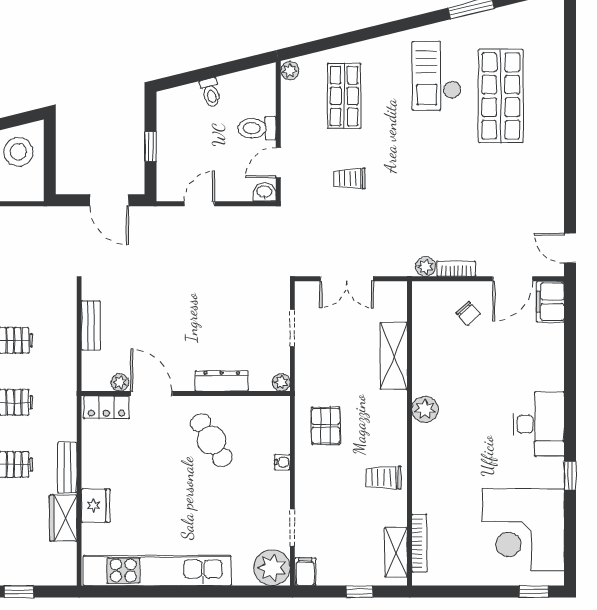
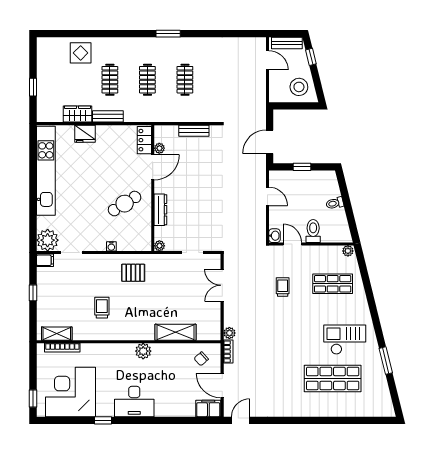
shelving: (394, 356) -> (176, 332), moved
plant: (425, 409) -> (143, 351), moved
wall: (410, 433) -> (129, 342), moved
bookcase: (419, 543) -> (62, 348), moved
shelving: (396, 552) -> (57, 334), moved

